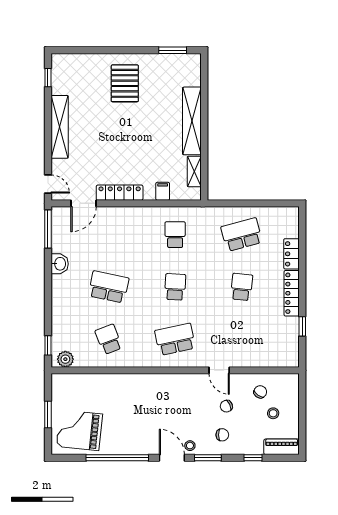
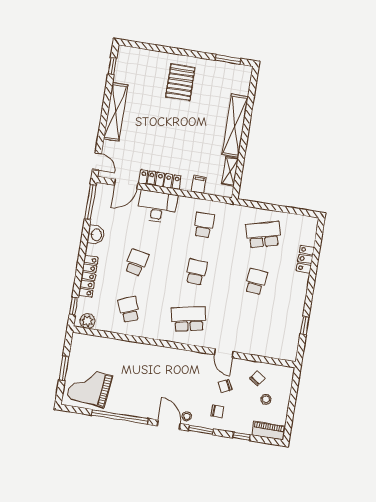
desk: (121, 223) -> (157, 207), added
school desk: (109, 287) -> (137, 262), width x0.54
locker: (292, 293) -> (88, 276), moved, turned 180

